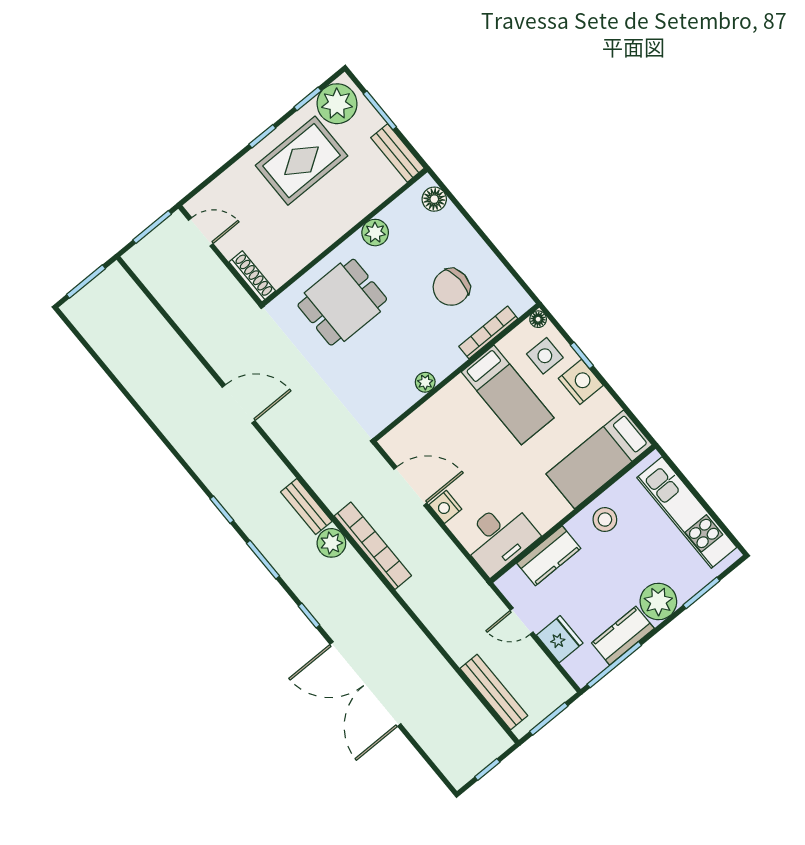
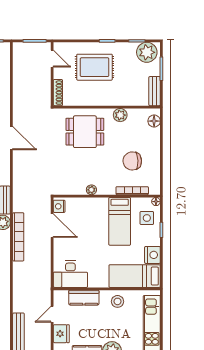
rug: (302, 161) -> (95, 67), moved
nightstand: (581, 382) -> (152, 255), moved
nightstand: (445, 507) -> (59, 206), moved
door: (522, 621) -> (52, 314), hinge flipped

